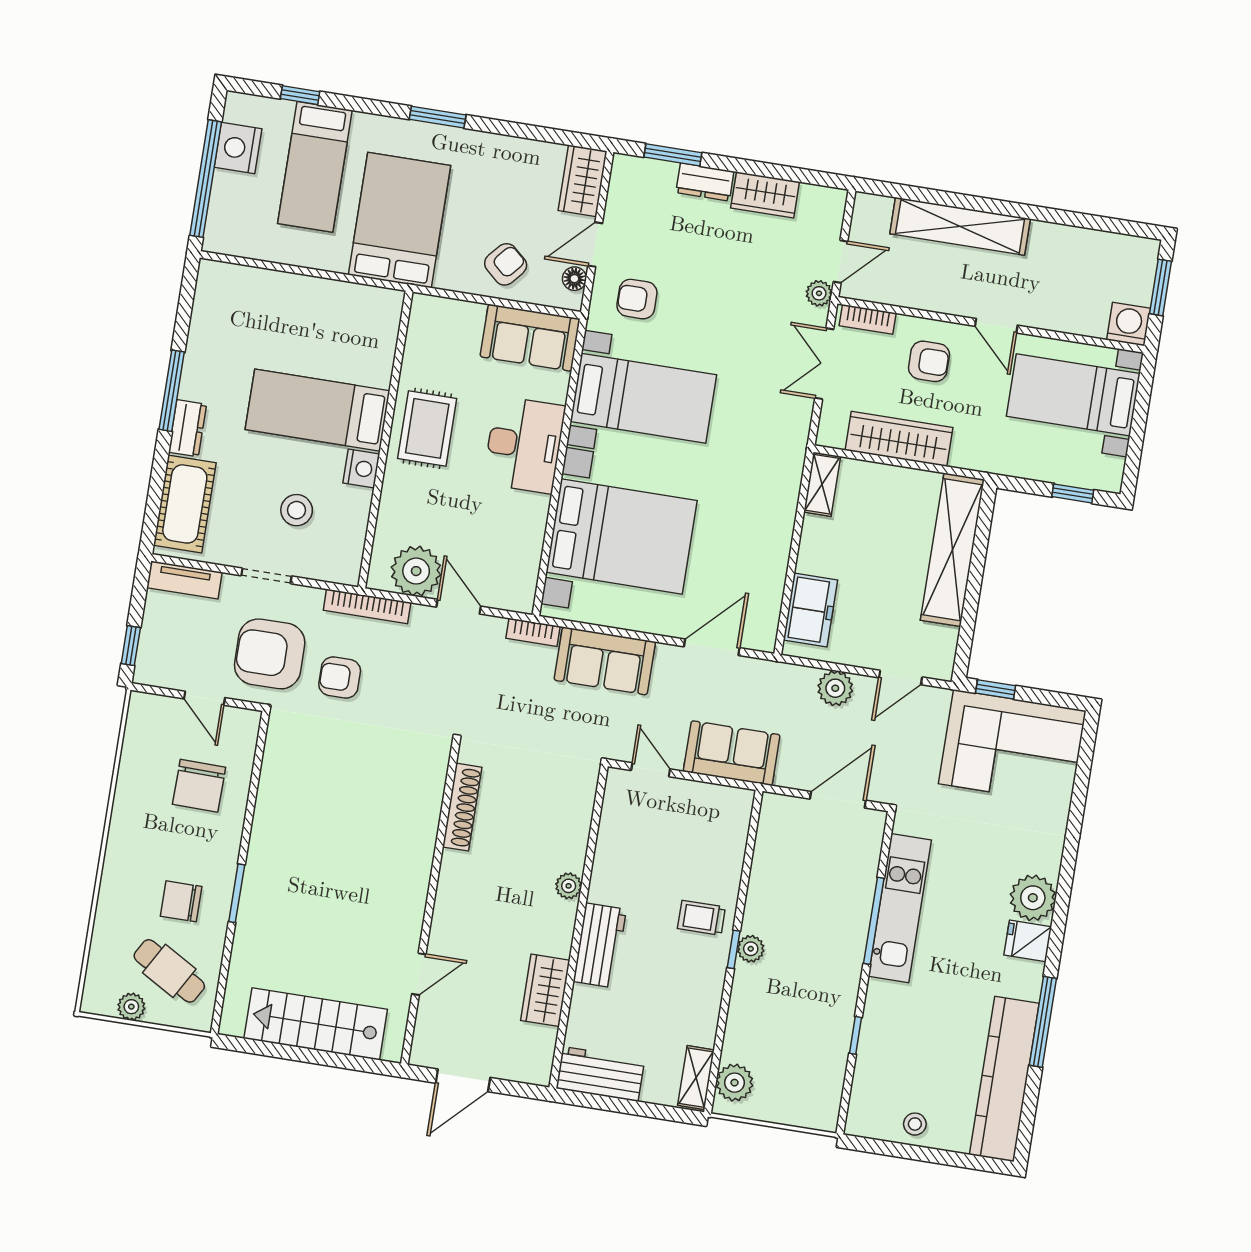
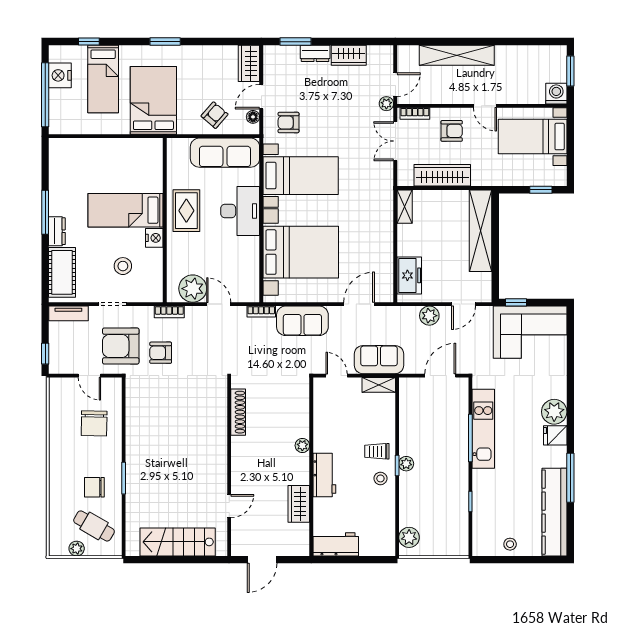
sofa: (530, 338) -> (225, 153), width x1.36
bookcase: (367, 606) -> (169, 312), width x0.64
stool: (700, 968) -> (380, 478), added
shelving: (696, 1078) -> (379, 385), moved, turned 90

